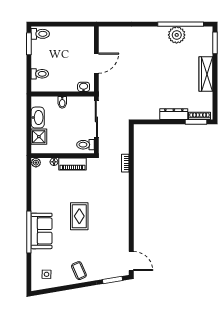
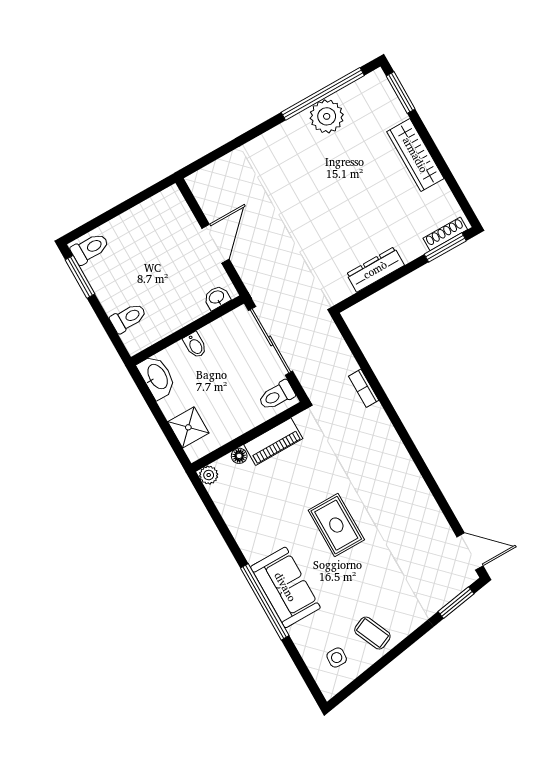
dresser: (174, 114) -> (375, 270), moved
washbasin: (38, 118) -> (157, 377), moved
coffee table: (79, 271) -> (372, 633), moved

